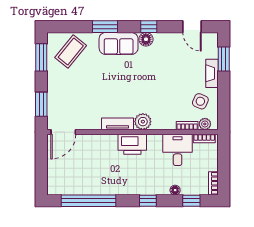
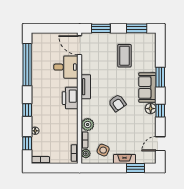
coffee table: (71, 52) -> (124, 56), moved, turned 51
armchair: (139, 83) -> (117, 103), added
plant: (143, 122) -> (88, 125), moved
desk: (178, 150) -> (66, 67), moved

